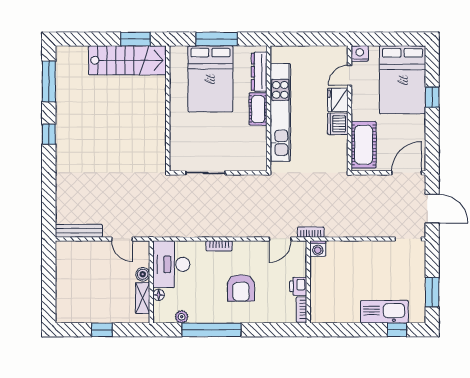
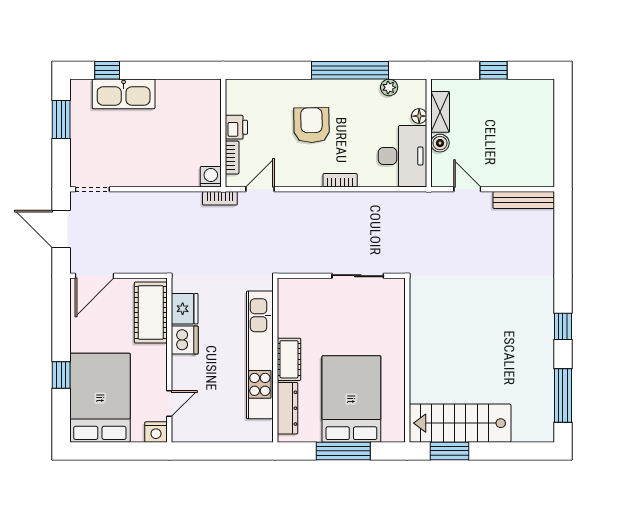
fridge: (338, 100) -> (185, 309), moved
bookcase: (301, 309) -> (232, 158), moved

